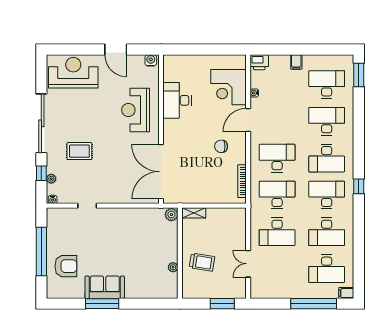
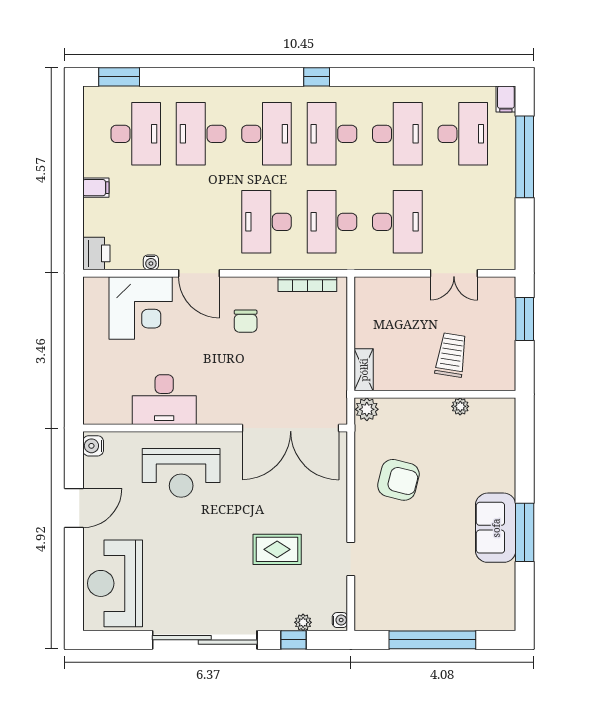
desk: (327, 84) -> (136, 134), turned 180
rug: (79, 151) -> (277, 549), moved, turned 90
armchair: (66, 266) -> (398, 480), moved, turned 104

